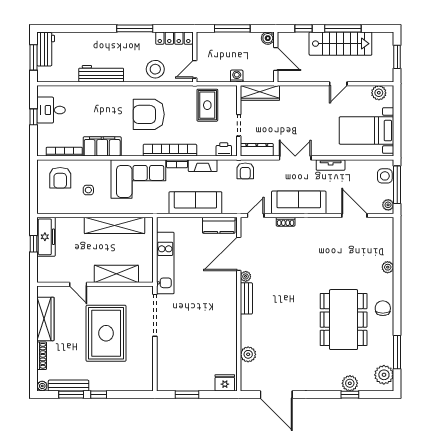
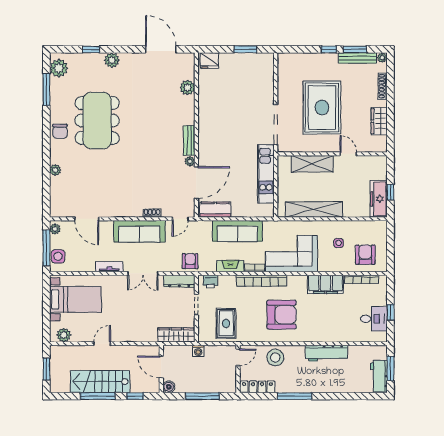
wardrobe: (45, 319) -> (379, 121), width x0.67
plant: (350, 383) -> (112, 60), moved

